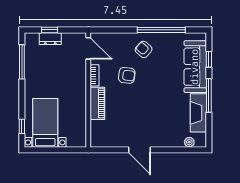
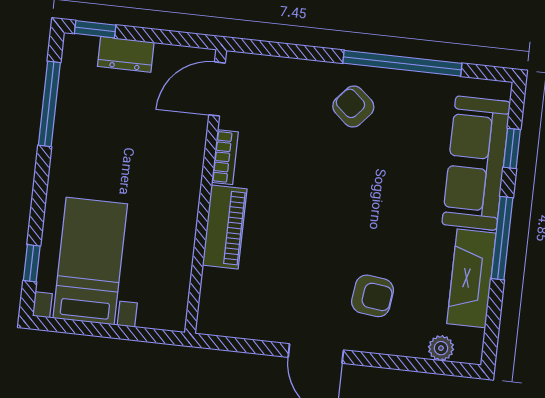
window: (49, 30) -> (95, 29), moved
door: (88, 48) -> (217, 89), swing flipped
armchair: (127, 75) -> (373, 296), moved

